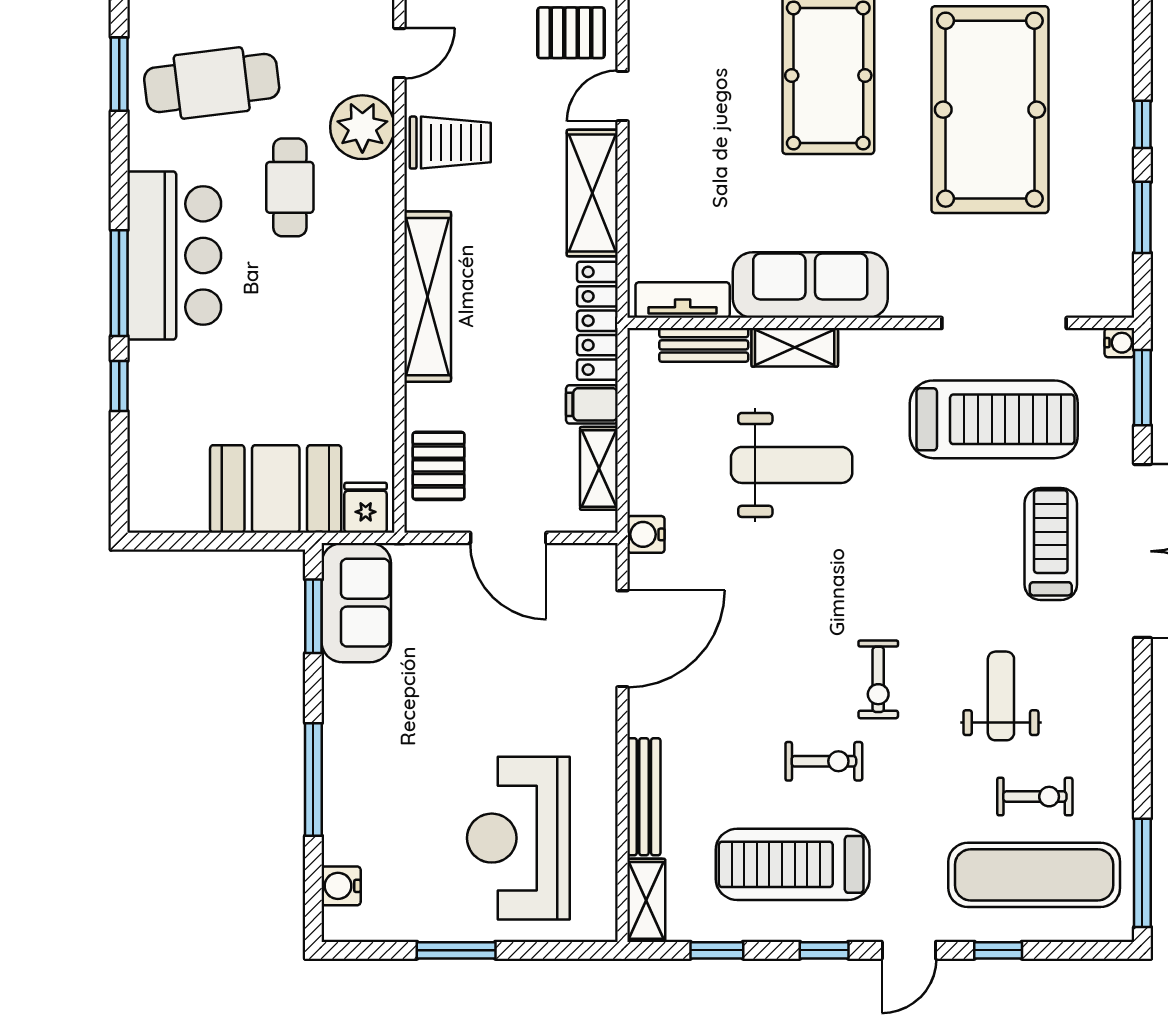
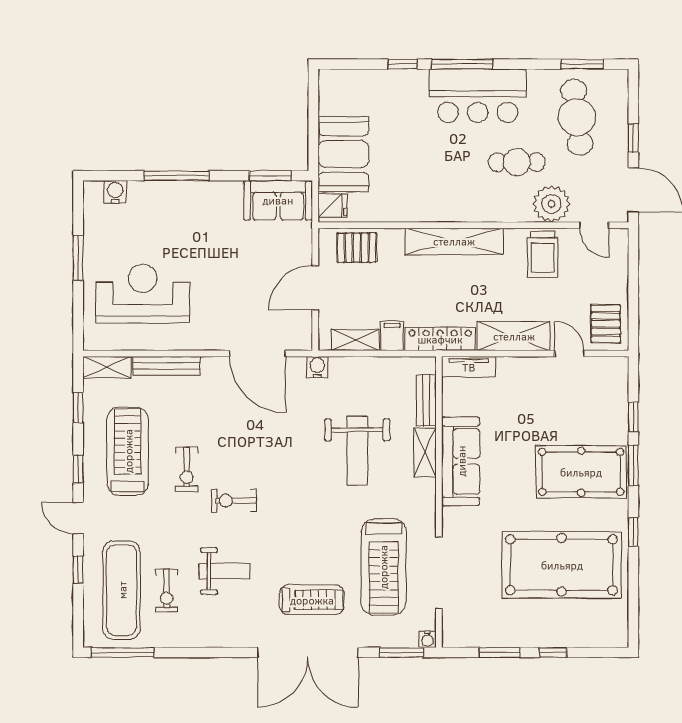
tv unit: (683, 300) -> (469, 367), moved, turned 90

